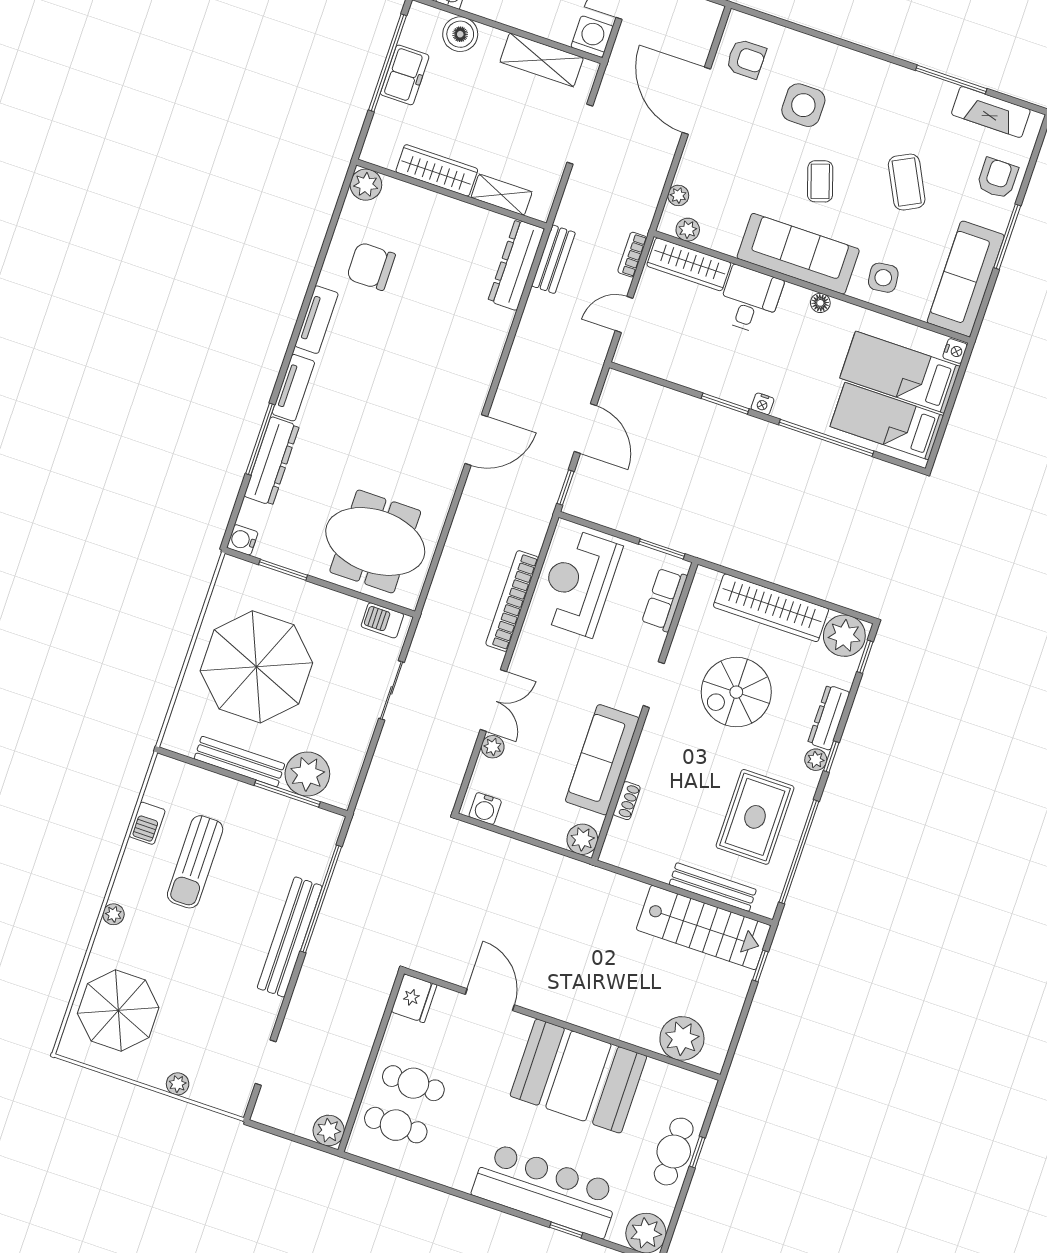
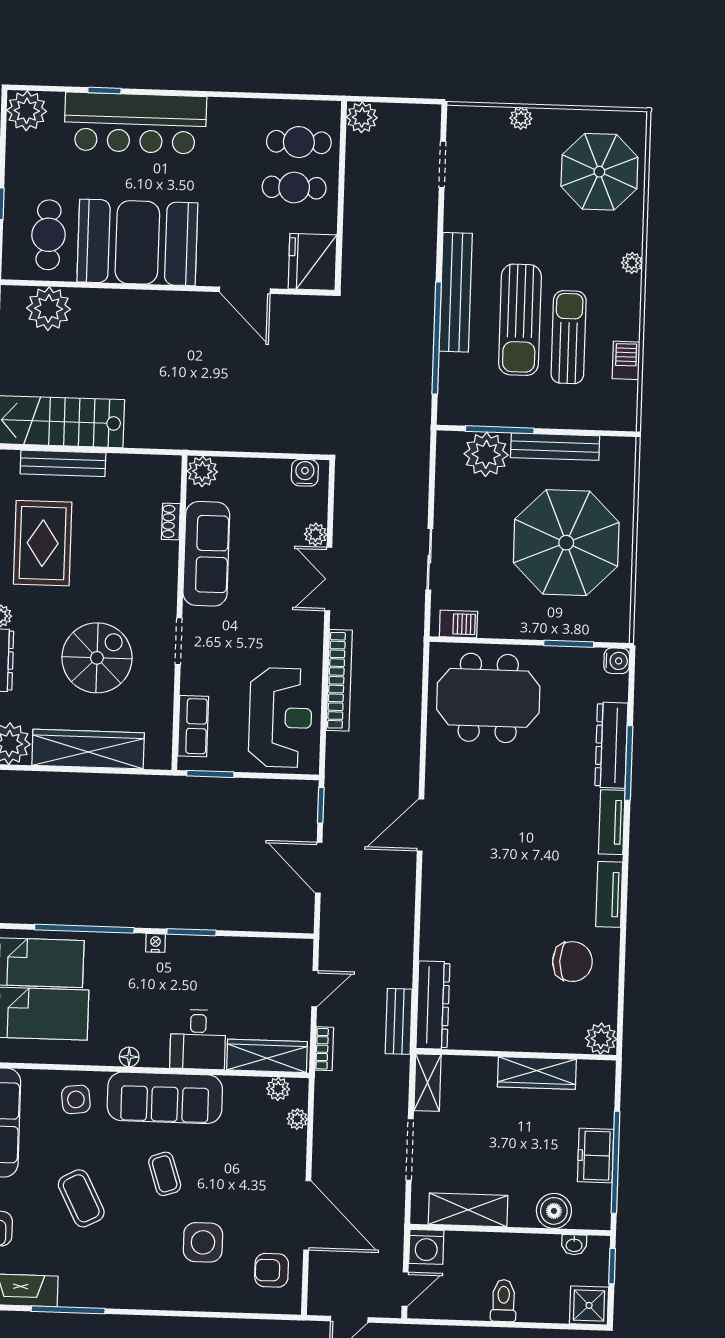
shelving: (502, 195) -> (427, 1083), moved, turned 90
sun lounger: (236, 892) -> (520, 320), added
fridge: (414, 998) -> (312, 262), width x1.36, depth x1.34
cafe table: (674, 1152) -> (48, 235), moved

